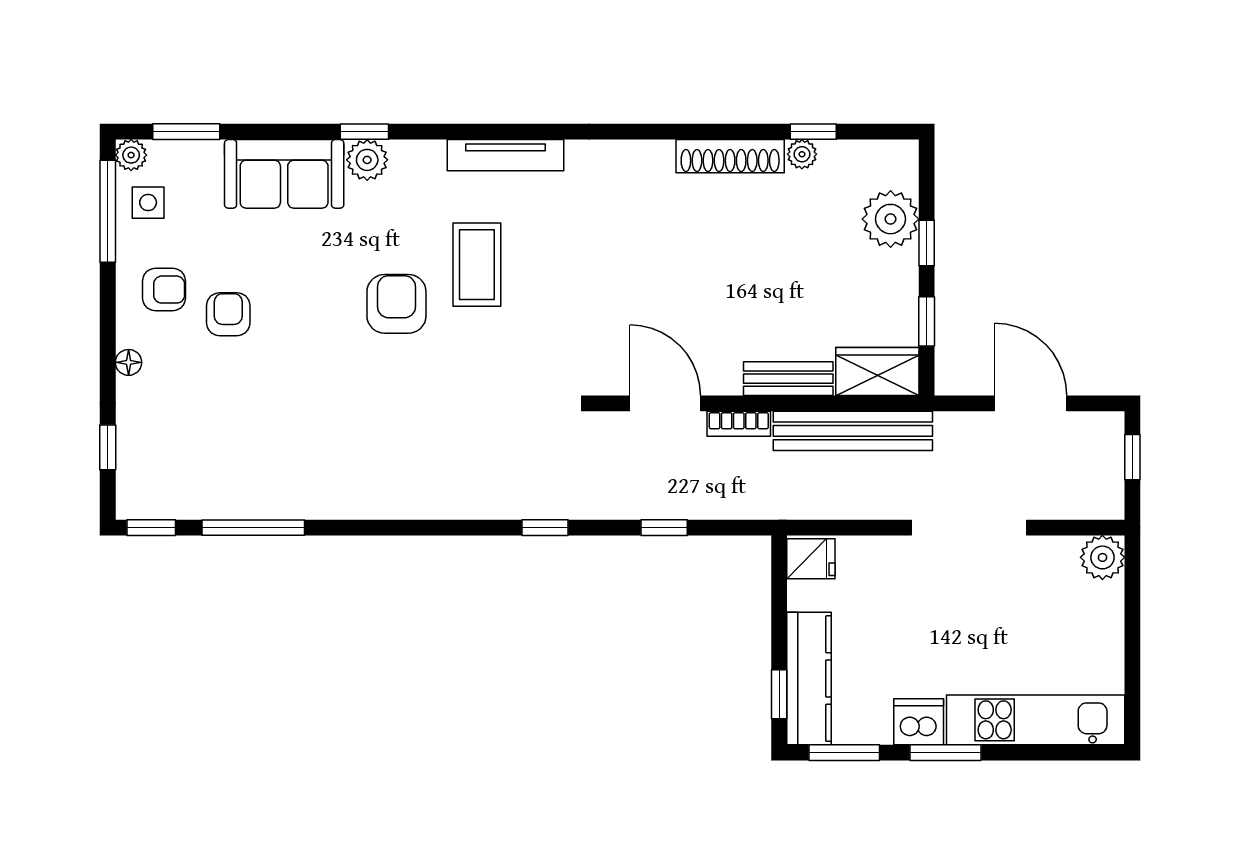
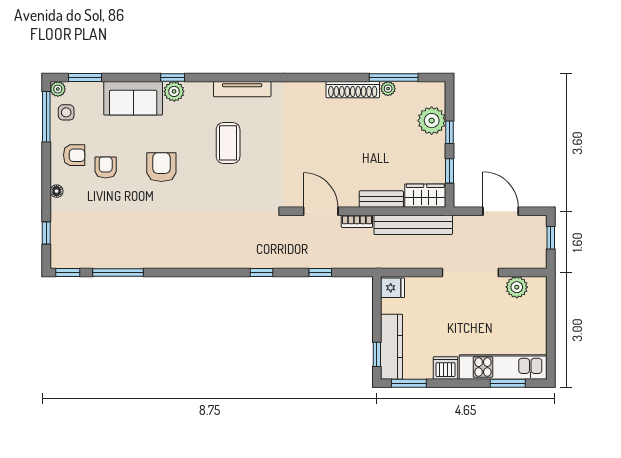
window: (813, 132) -> (394, 78), width x2.17
armchair: (396, 304) -> (161, 167), moved
plant: (1102, 557) -> (517, 287), moved
window: (945, 753) -> (508, 383), moved

